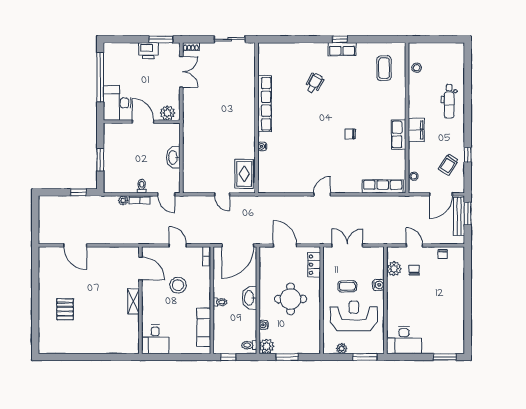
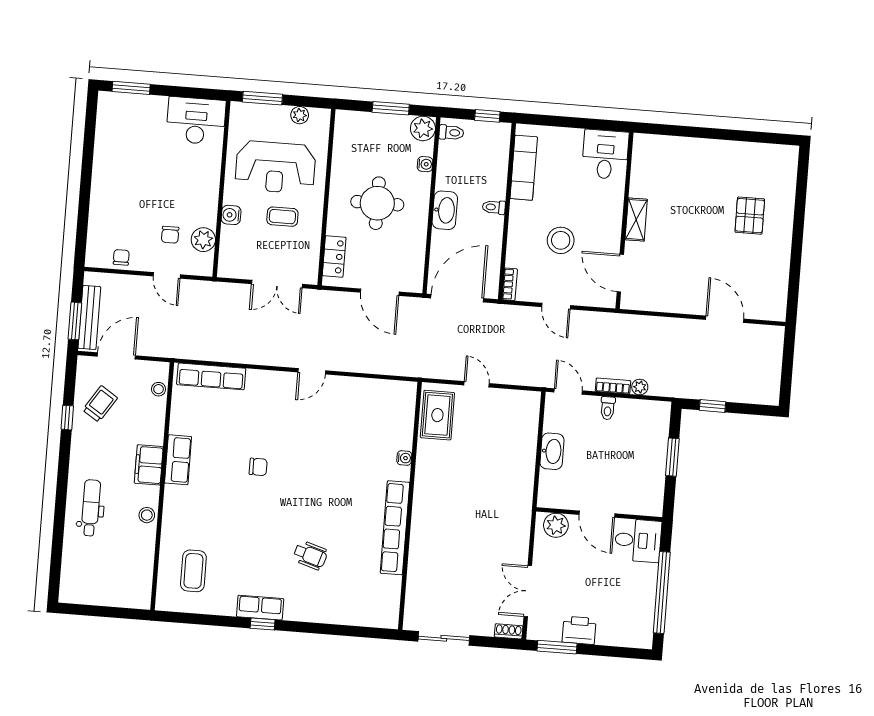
stool: (417, 68) -> (147, 515), moved
wheelchair: (314, 83) -> (310, 555), turned -102
desk: (117, 103) -> (638, 540), width x0.73

